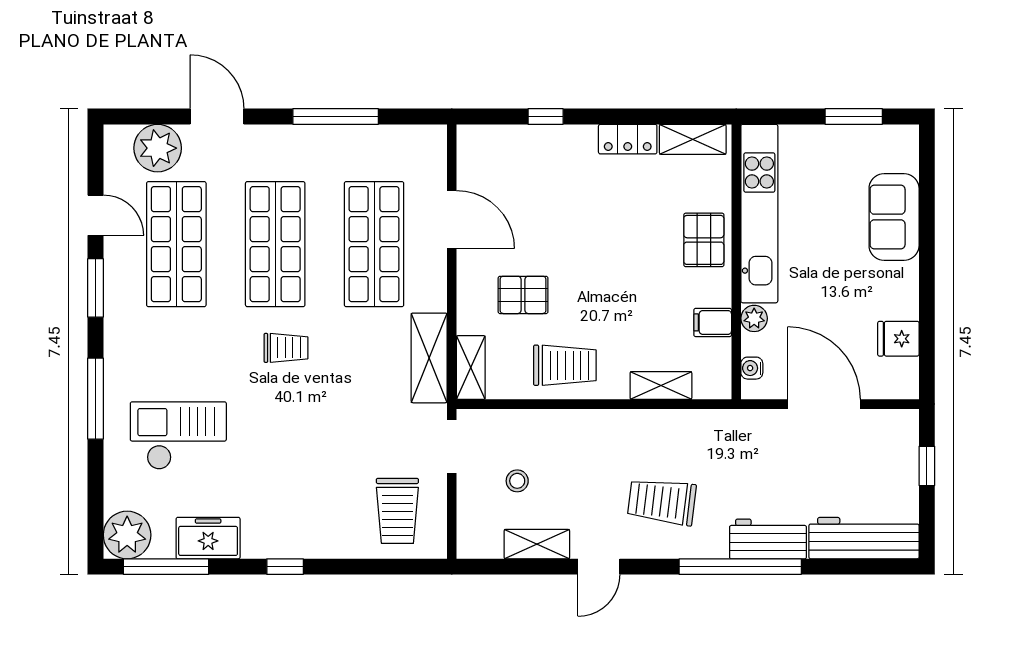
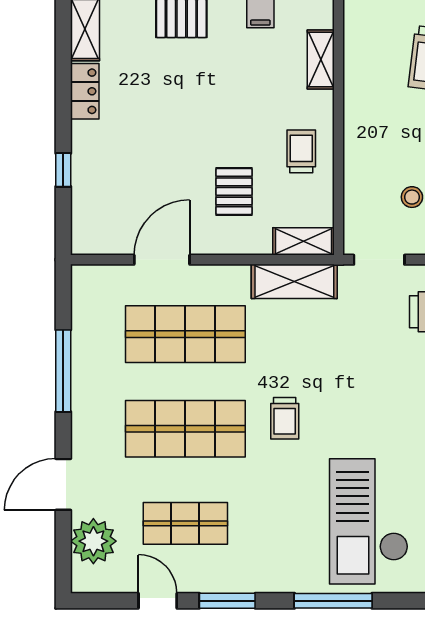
door: (95, 215) -> (158, 601), hinge flipped
shop shelf: (176, 244) -> (185, 523), width x0.70, depth x0.74
trolley: (286, 348) -> (285, 418), turned 180
trolley: (565, 365) -> (301, 151), width x0.73, depth x0.72
checkout: (178, 436) -> (369, 521), width x1.36, depth x1.21

